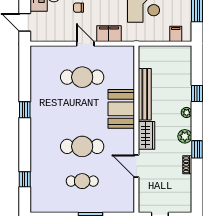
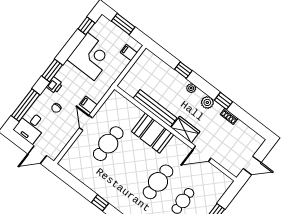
filing cabinet: (109, 34) -> (88, 105), width x0.50
door: (85, 44) -> (86, 123), hinge flipped

